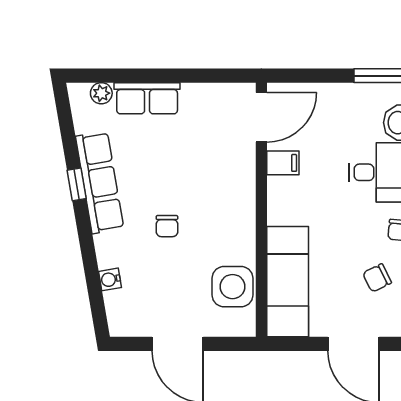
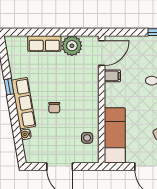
plant: (101, 93) -> (72, 46), moved, width x1.87, depth x1.87
row of seats: (100, 182) -> (24, 103), moved
side table: (232, 287) -> (87, 138), width x0.54, depth x0.54

